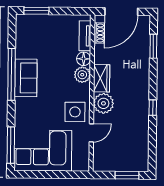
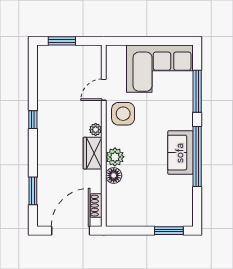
tv unit: (85, 36) -> (112, 202), removed
plant: (103, 103) -> (96, 130), width x0.53, depth x0.53
window: (11, 145) -> (197, 91), moved

